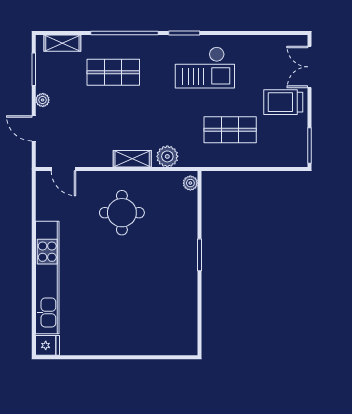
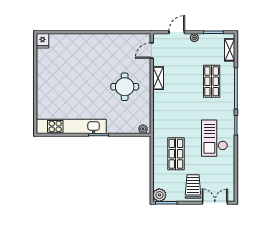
plant: (167, 156) -> (159, 195), moved
shelving: (132, 159) -> (158, 78), moved
kitchen unit: (47, 278) -> (71, 126), moved, turned 180

